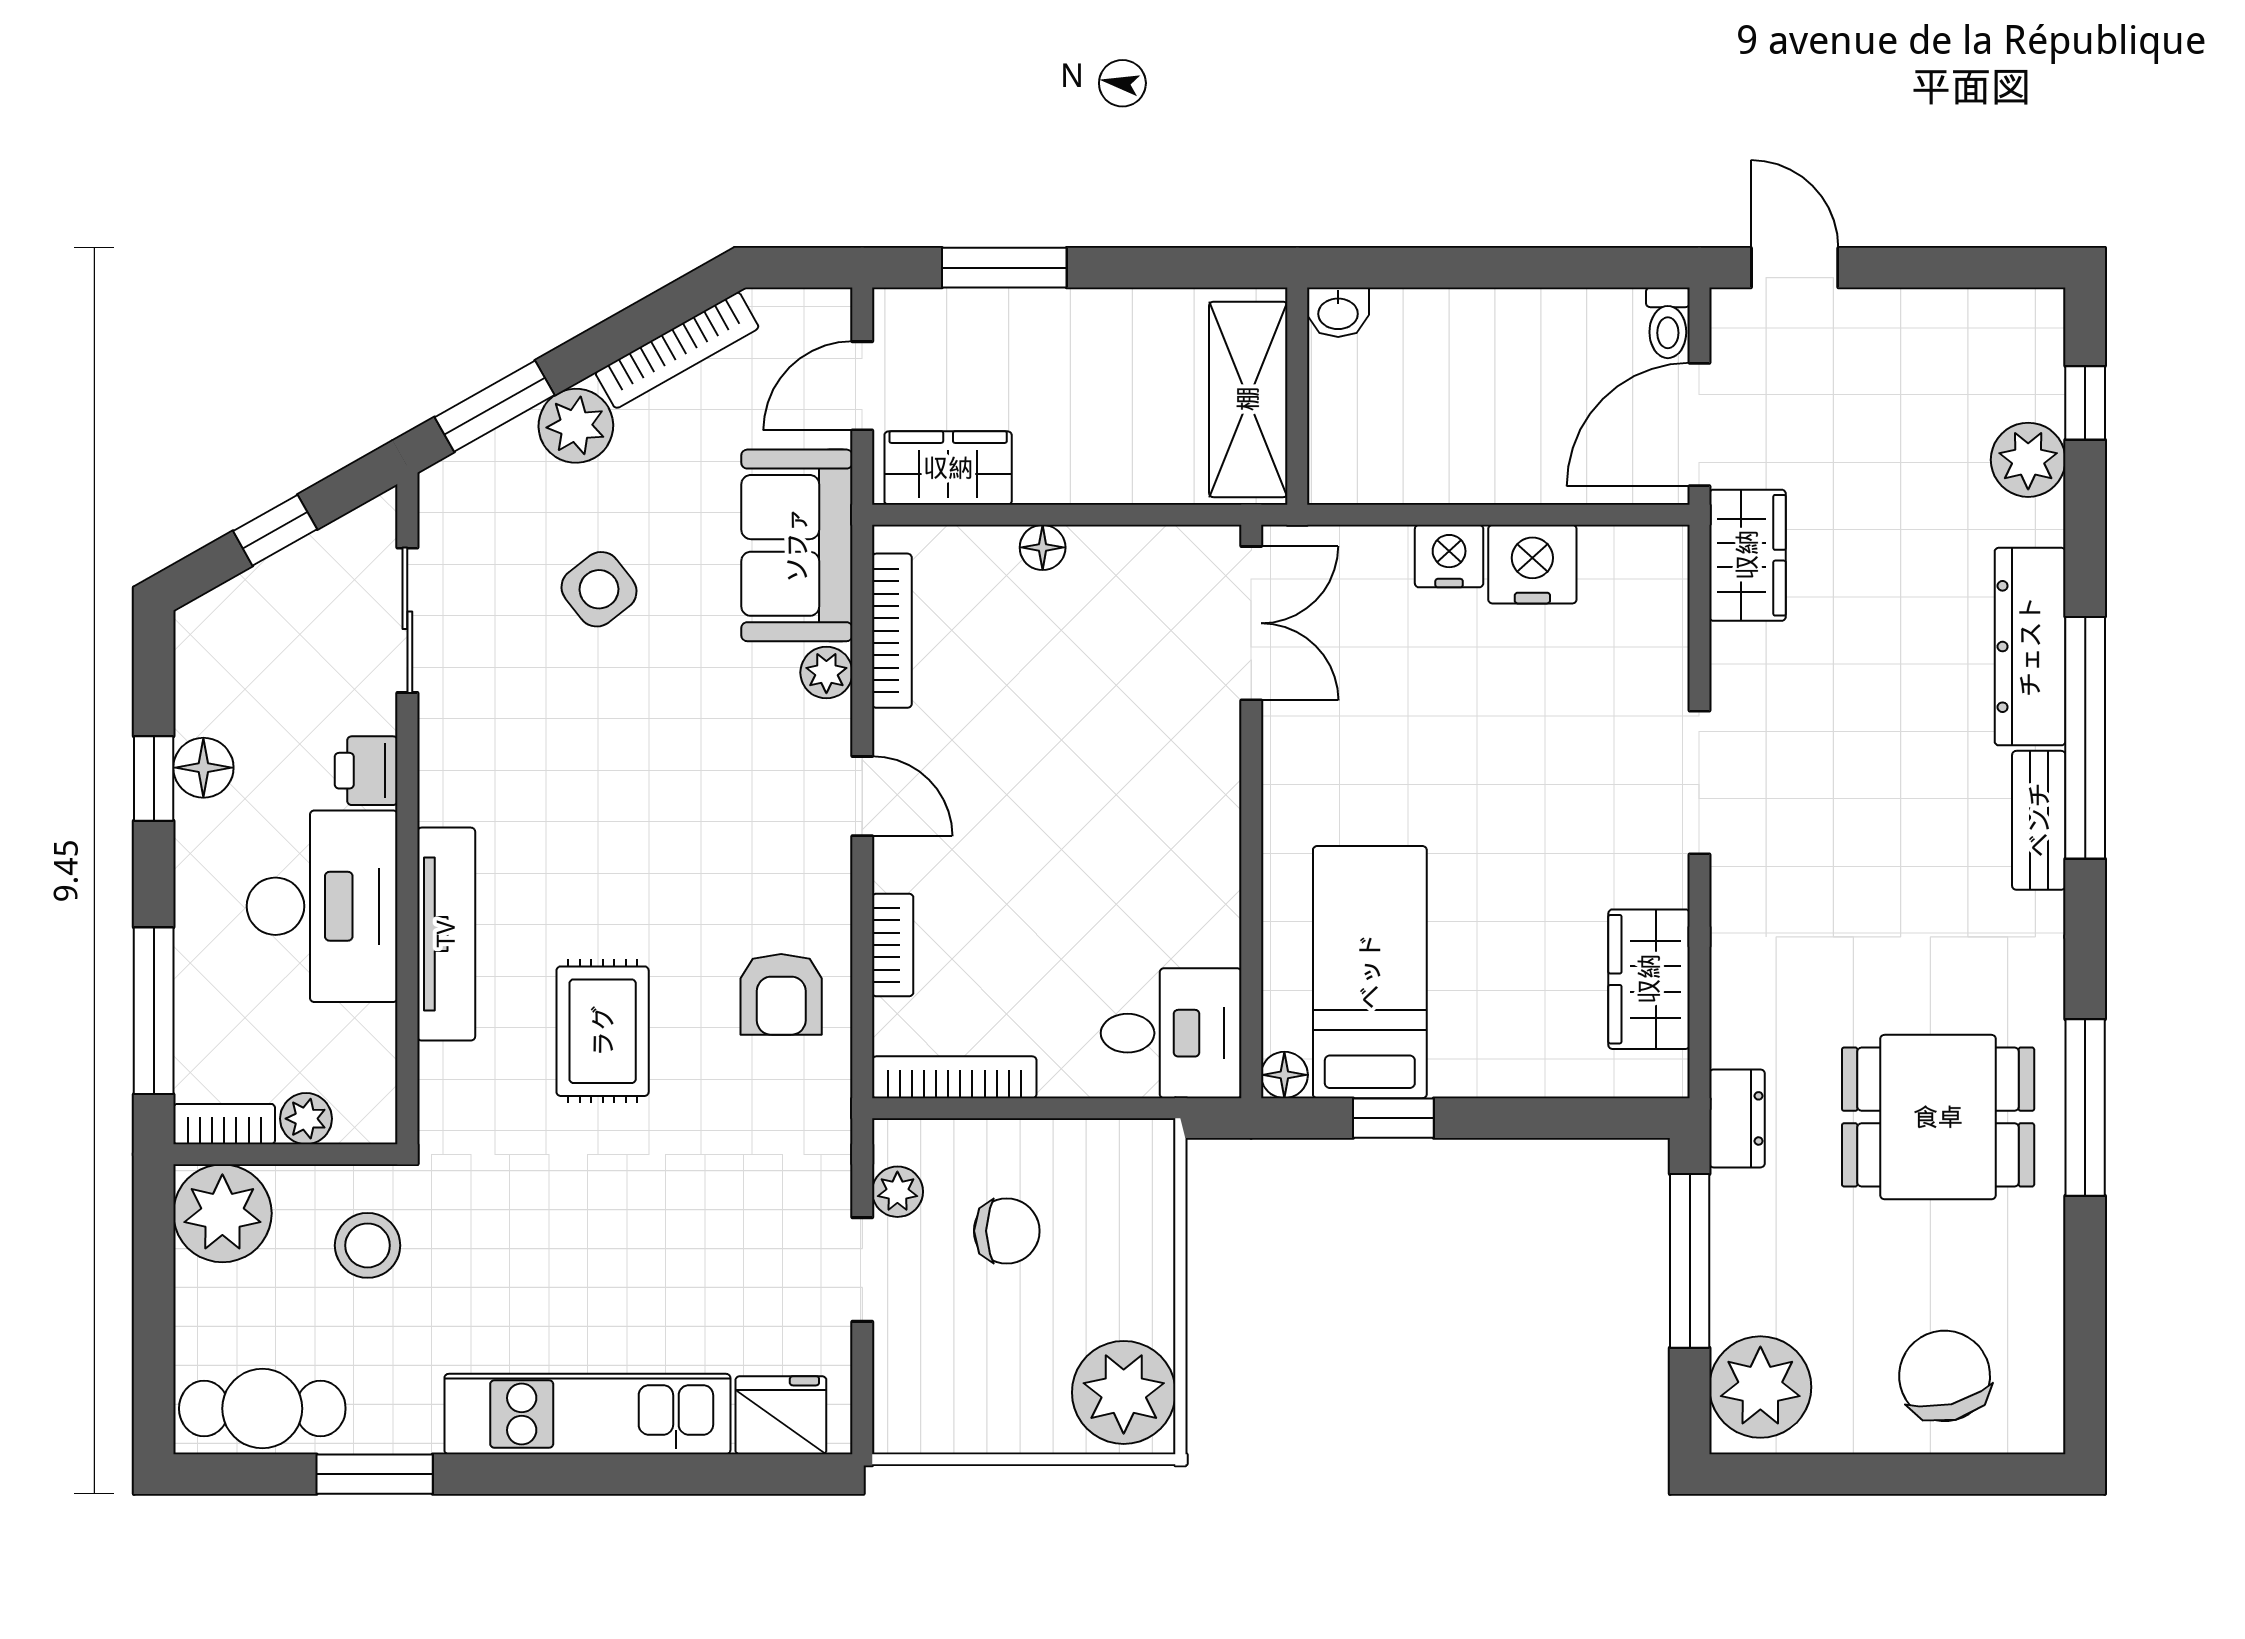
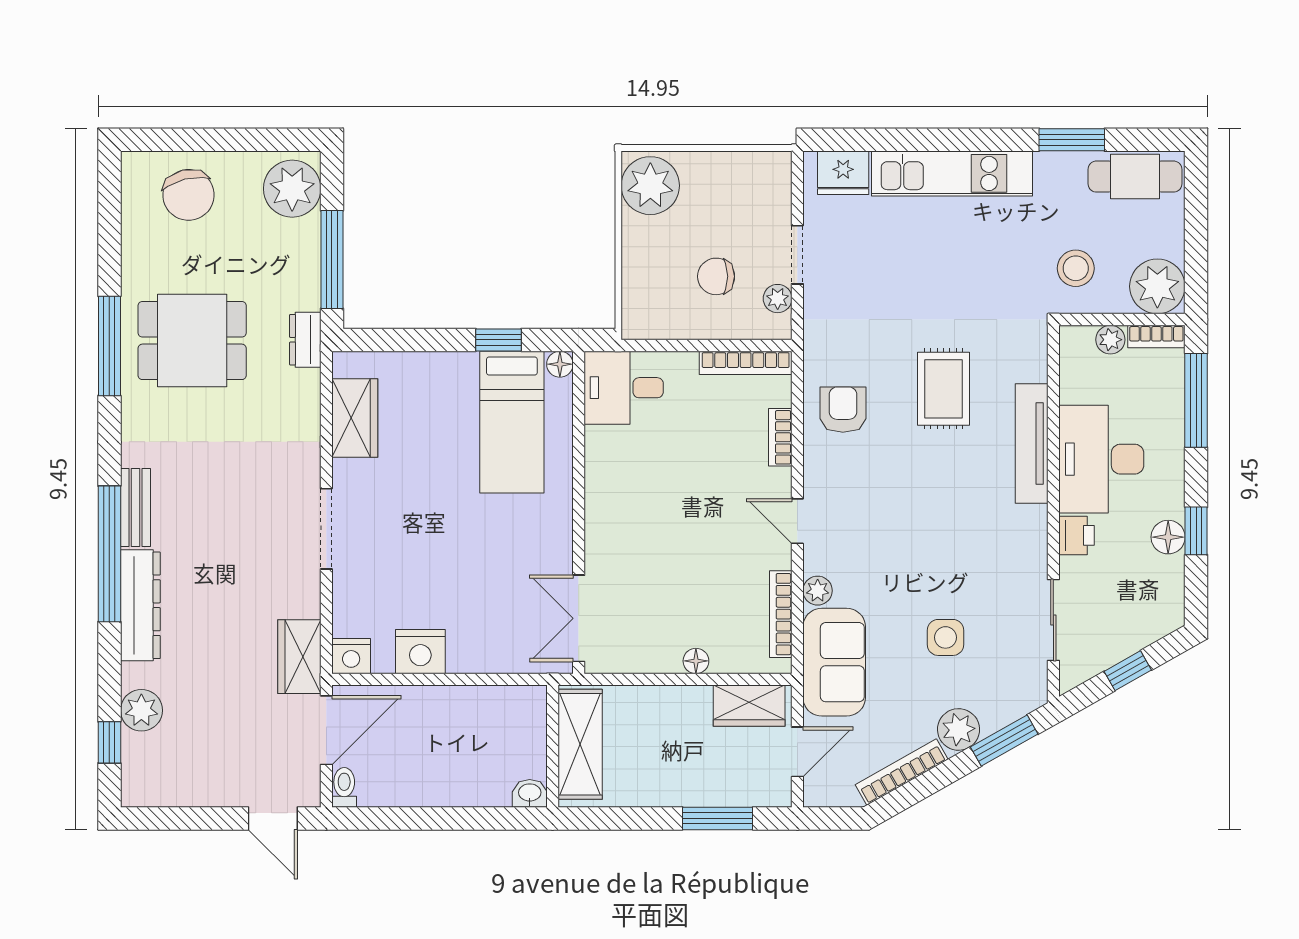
nightstand: (1449, 556) -> (351, 656), moved
side table: (599, 589) -> (946, 637), turned 38

